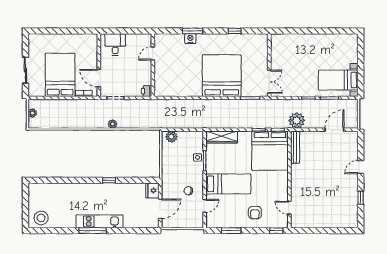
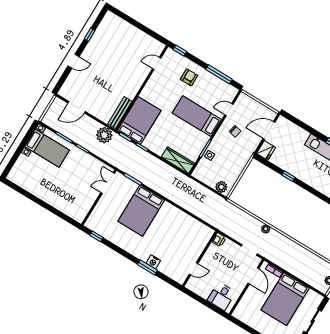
window: (235, 31) -> (96, 236), moved
bed: (222, 76) -> (141, 211), width x0.73
bed: (270, 151) -> (139, 120), width x0.73
window: (109, 180) -> (288, 176), moved
door: (289, 208) -> (157, 63), swing flipped
window: (231, 231) -> (219, 74), width x1.44

